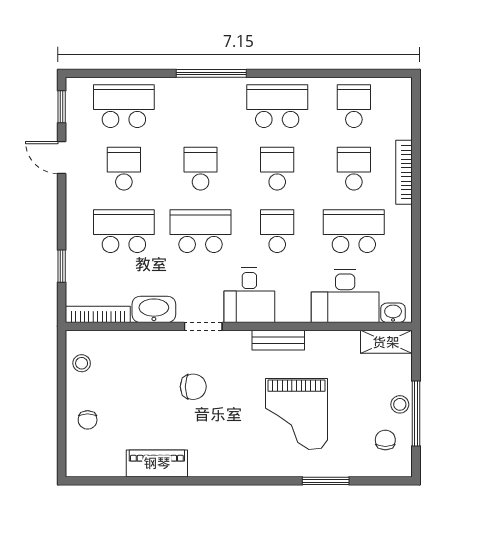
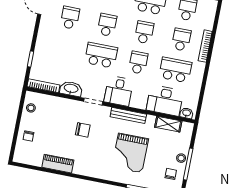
school desk: (124, 231) -> (64, 48), removed
bench: (278, 340) -> (128, 115), width x1.36
shelving: (386, 342) -> (168, 124), moved

